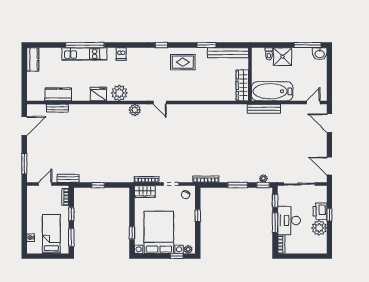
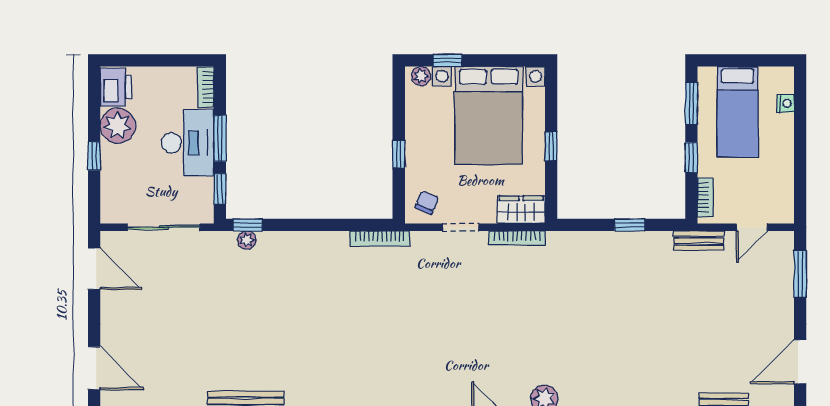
window: (238, 185) -> (306, 225), removed
printer: (320, 211) -> (116, 87), moved
window: (132, 233) -> (551, 146), moved

